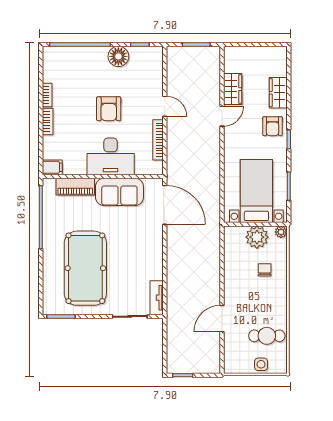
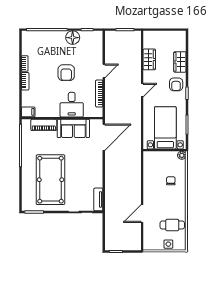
door: (165, 106) -> (104, 71), hinge flipped
door: (222, 116) -> (142, 90), moved
desk: (111, 156) -> (72, 105), width x0.73
door: (165, 205) -> (104, 137), hinge flipped
plant: (257, 237) -> (166, 159), removed

